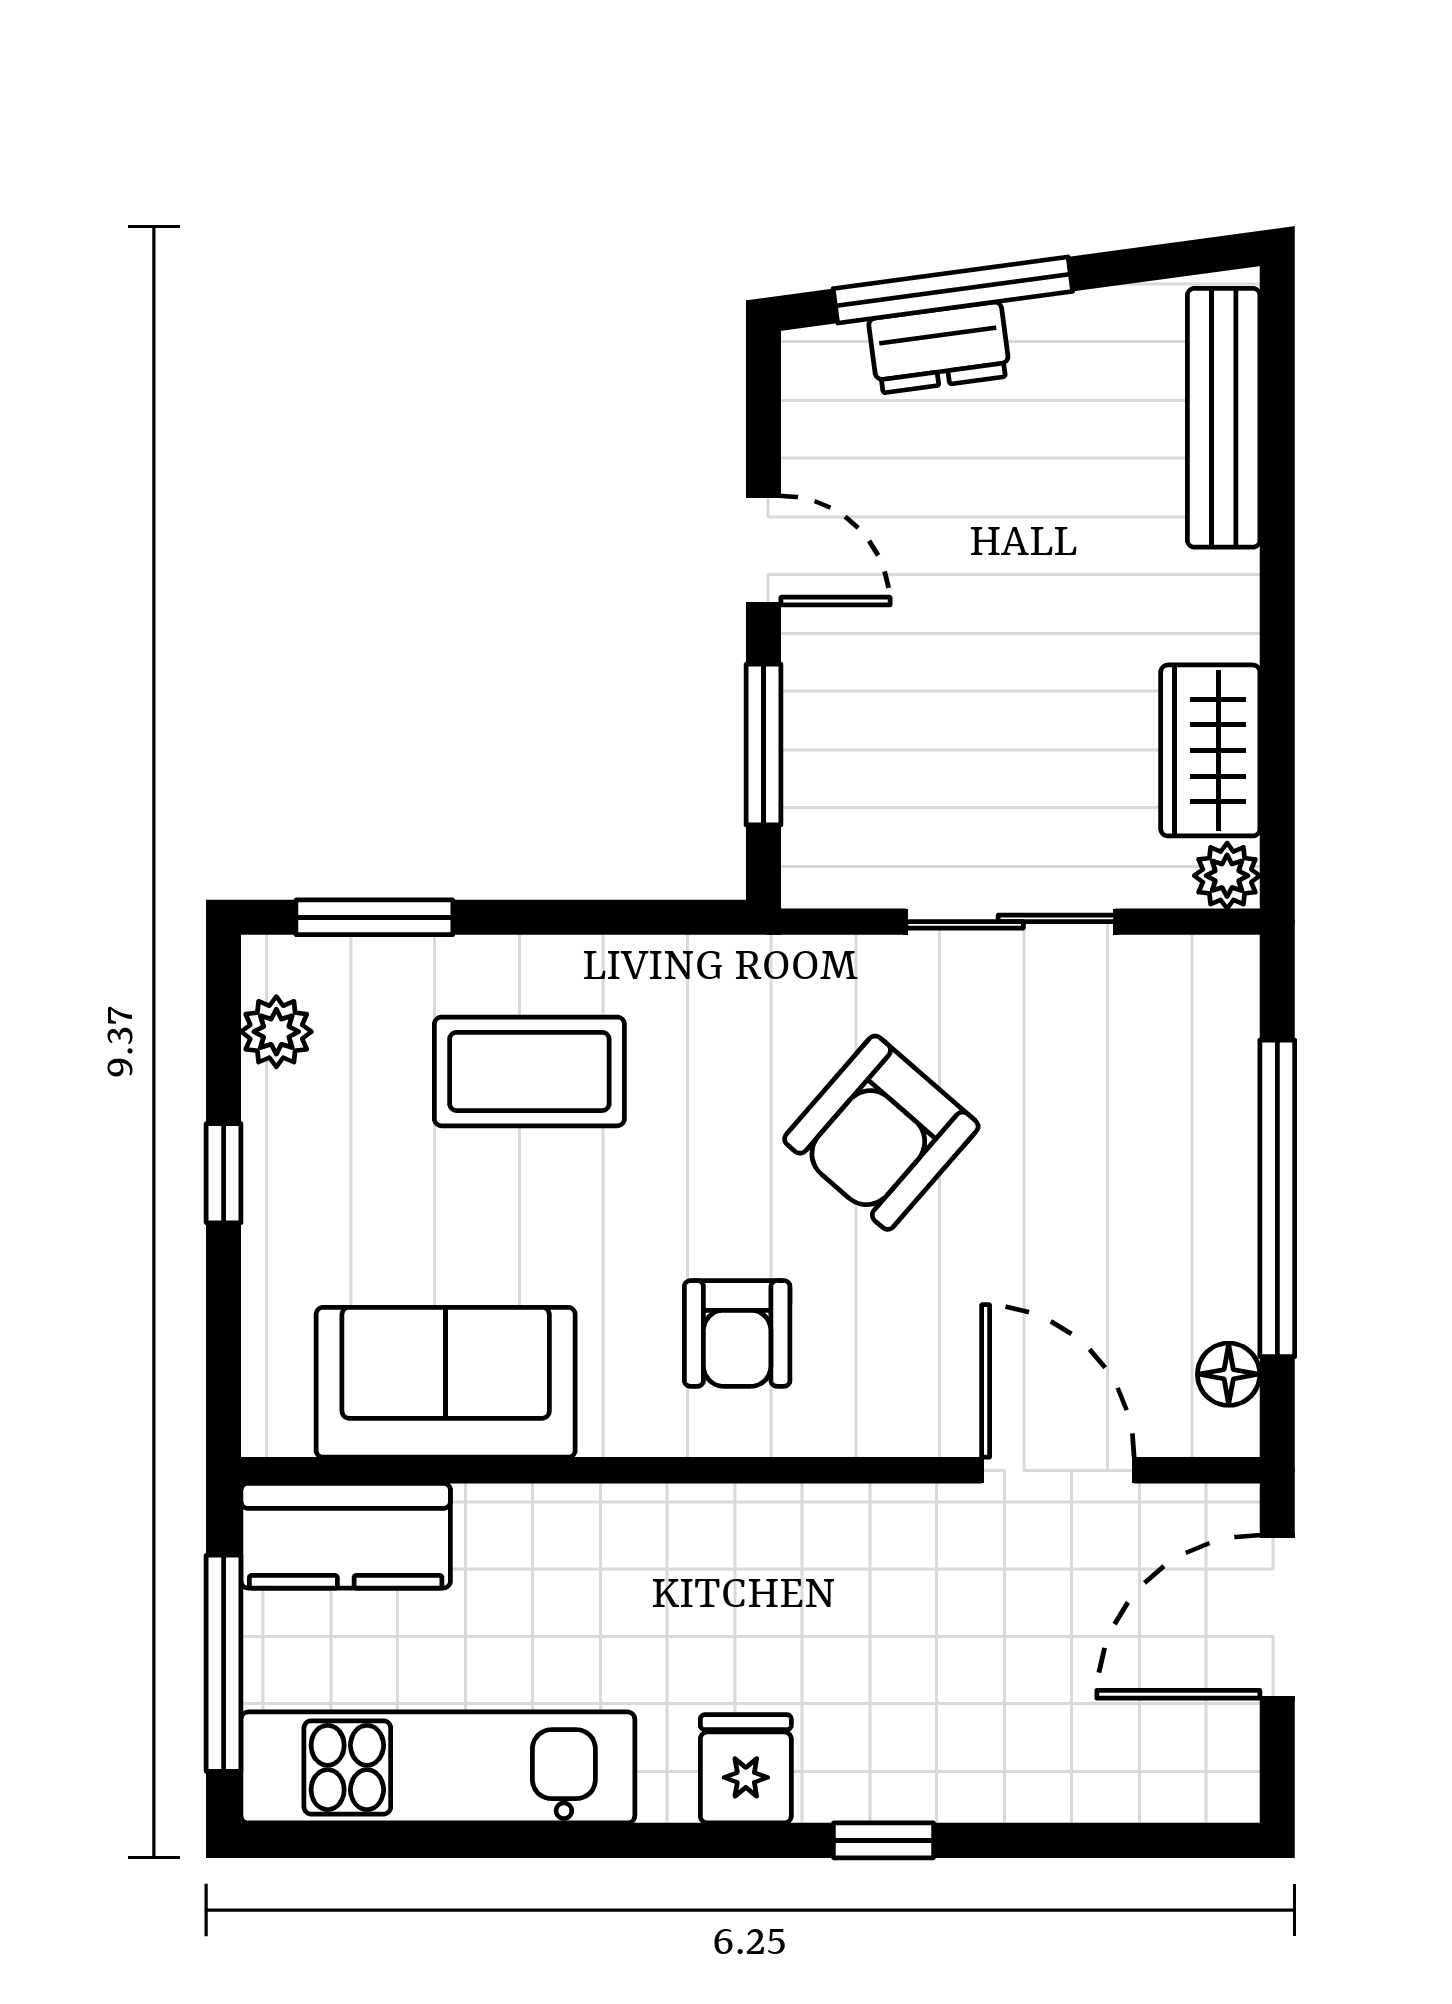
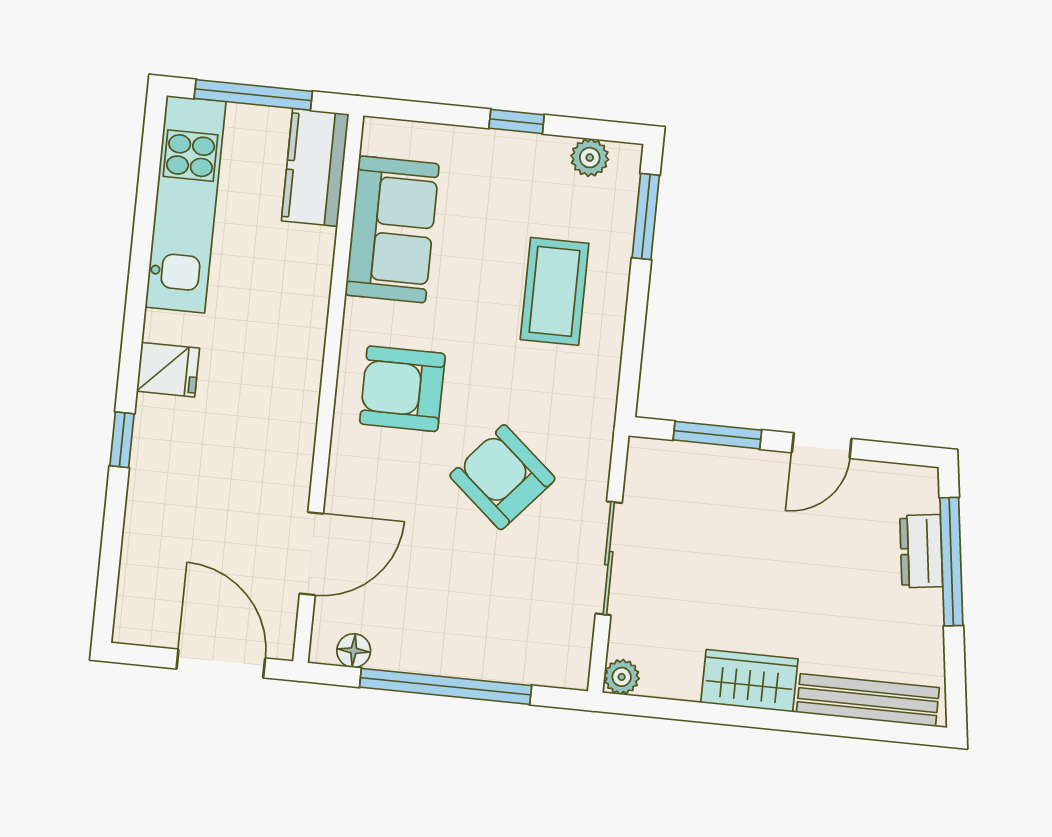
wardrobe: (1210, 750) -> (749, 681), moved
armchair: (737, 1333) -> (402, 389), width x1.38, depth x1.38

